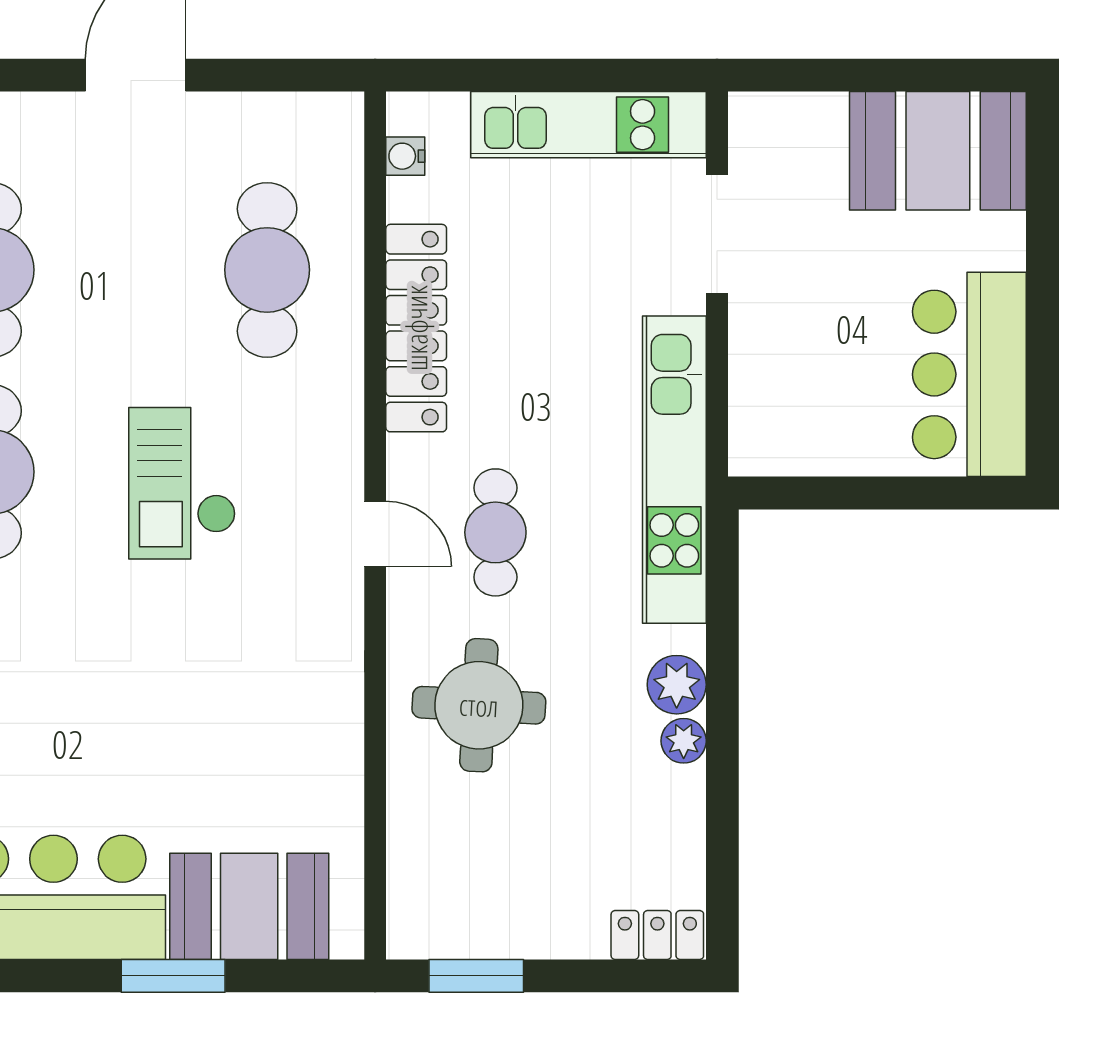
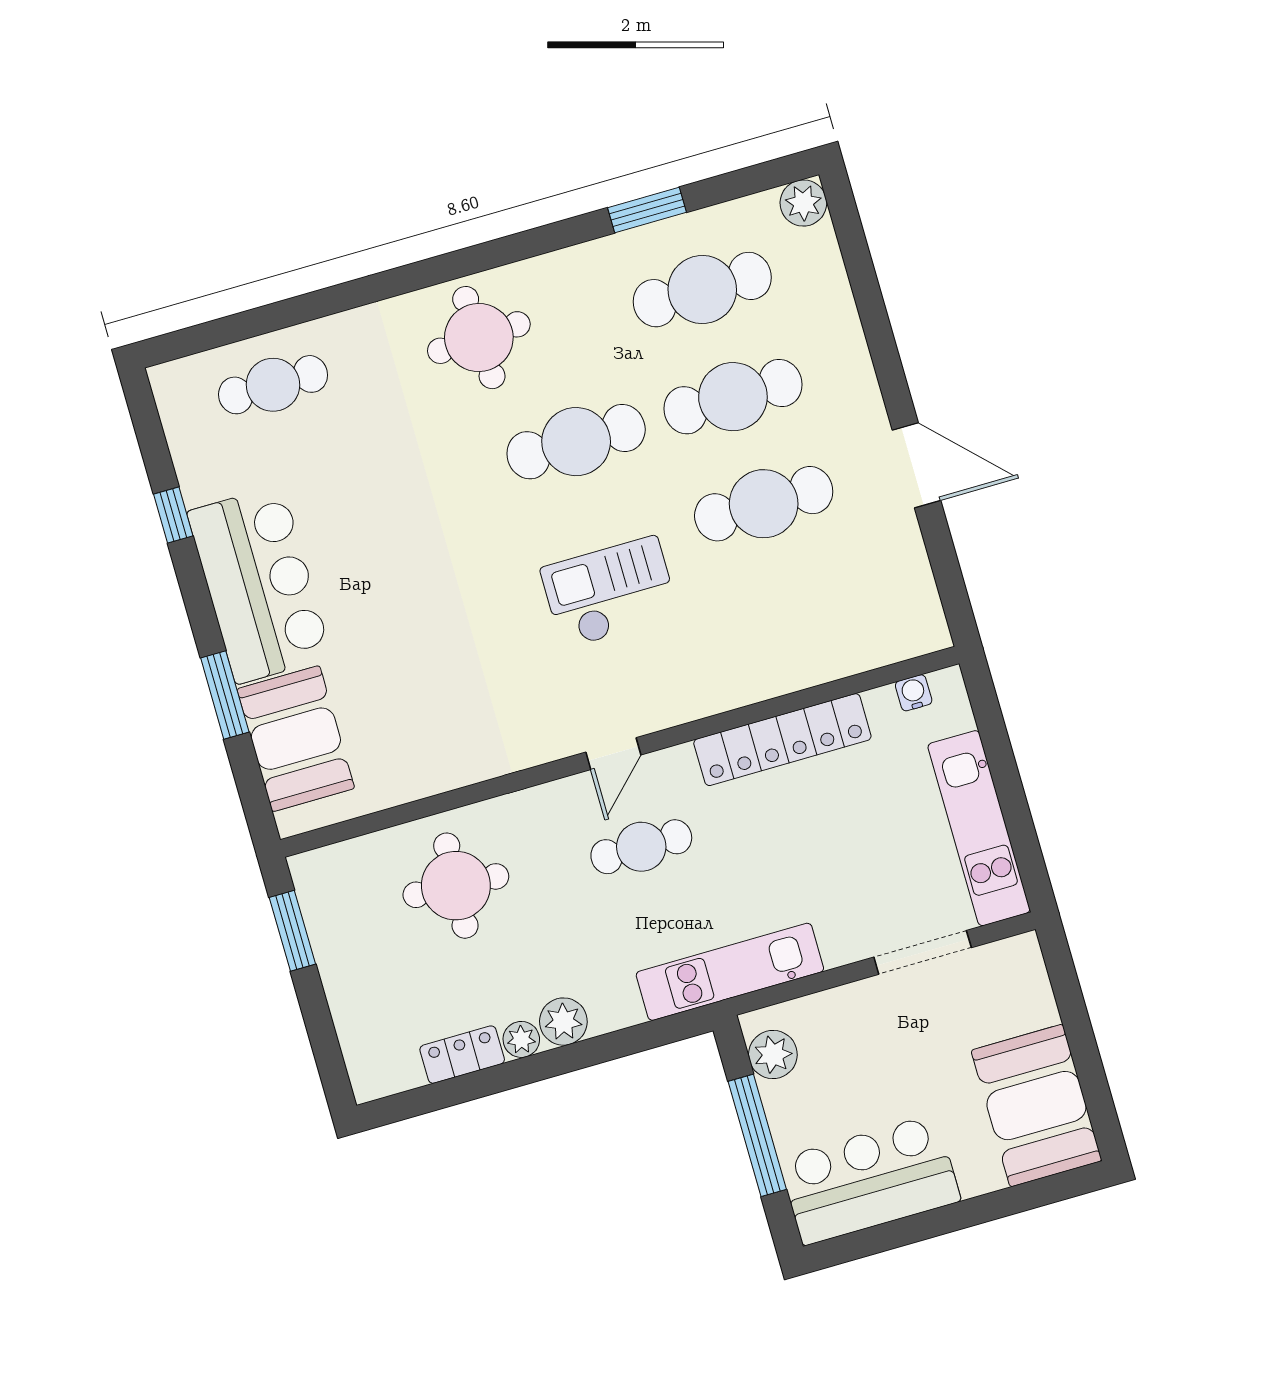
cafe table: (267, 270) -> (764, 504), moved
plant: (787, 447) -> (773, 1055), added
kitchen unit: (674, 470) -> (730, 972), width x0.73
window: (878, 493) -> (757, 1135), added
round table: (479, 705) -> (456, 886), moved
locker: (657, 935) -> (462, 1055), moved, turned -90

